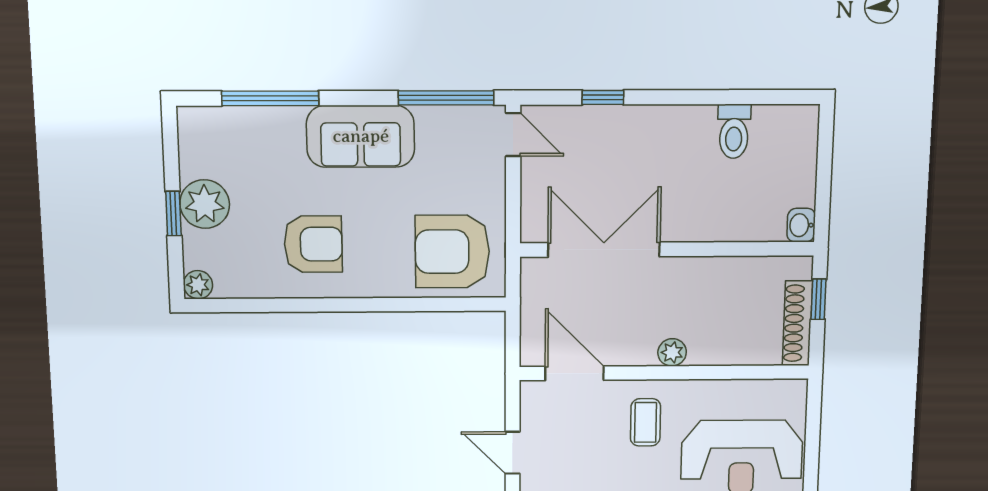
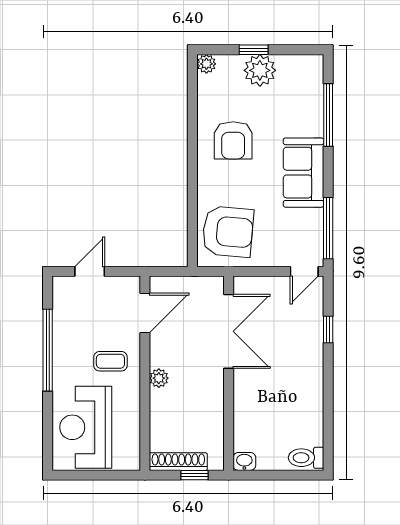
toilet: (734, 131) -> (306, 458), moved
armchair: (452, 252) -> (228, 232), turned 95

